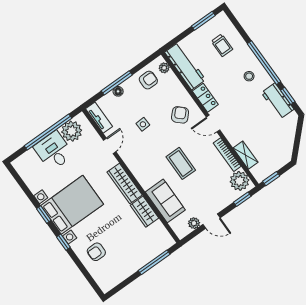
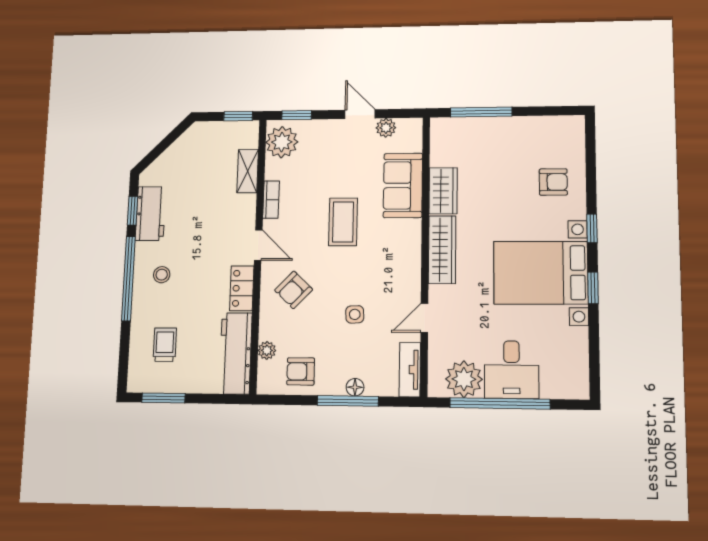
plant: (164, 68) -> (267, 350), moved
bookcase: (227, 155) -> (271, 200), width x0.64

